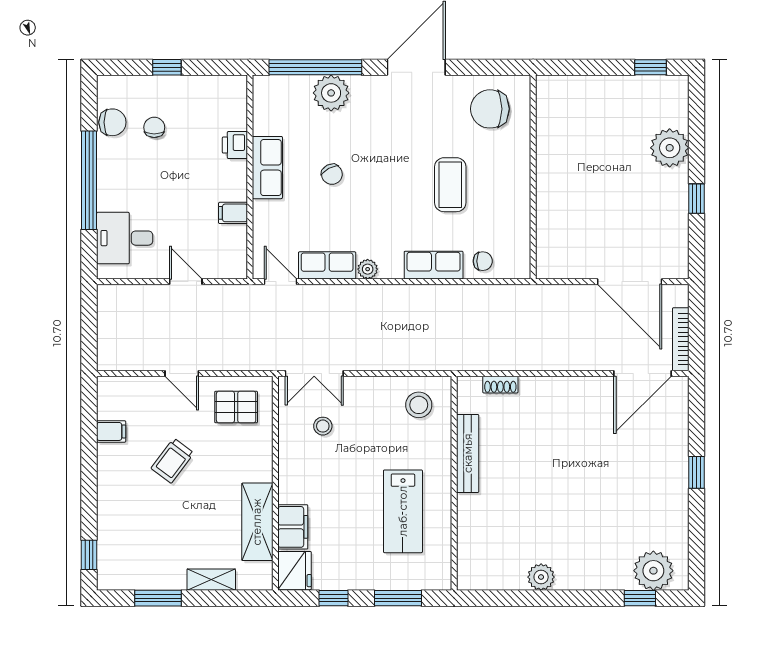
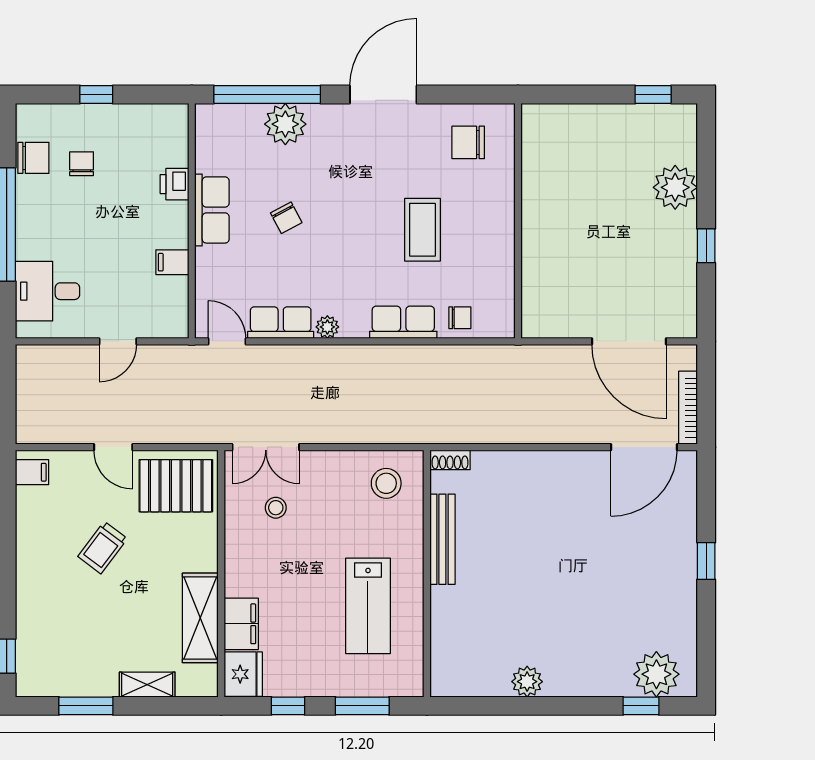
chair: (490, 109) -> (468, 142), width x0.73, depth x0.73
door: (186, 282) -> (118, 341), swing flipped
shoe rack: (500, 385) -> (450, 460), moved
pallet: (236, 407) -> (176, 486), width x1.50, depth x1.42
filing cabinet: (111, 431) -> (32, 472), moved

